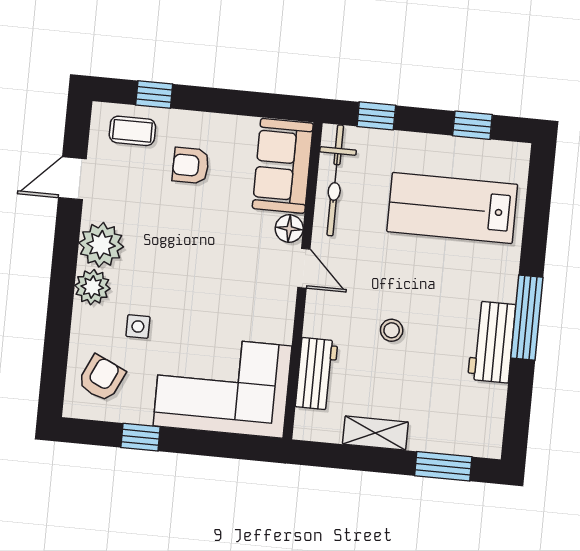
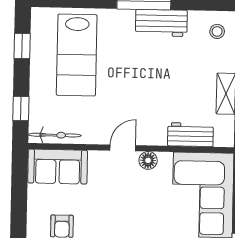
bicycle: (335, 180) -> (55, 135), width x0.73, depth x0.71
floor lamp: (289, 229) -> (148, 160), moved
stool: (392, 330) -> (217, 31), moved

